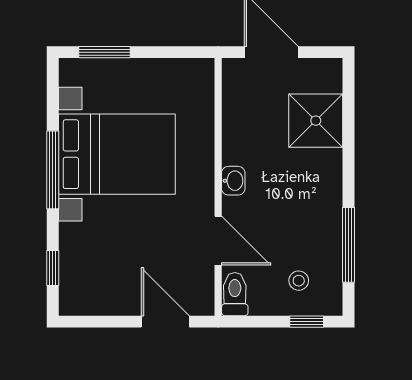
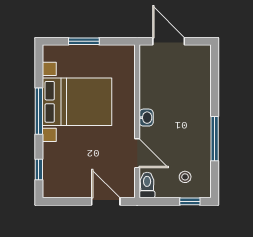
window: (105, 52) -> (84, 41), moved
shower: (316, 121) -> (195, 82), removed
window: (348, 245) -> (215, 139), moved

